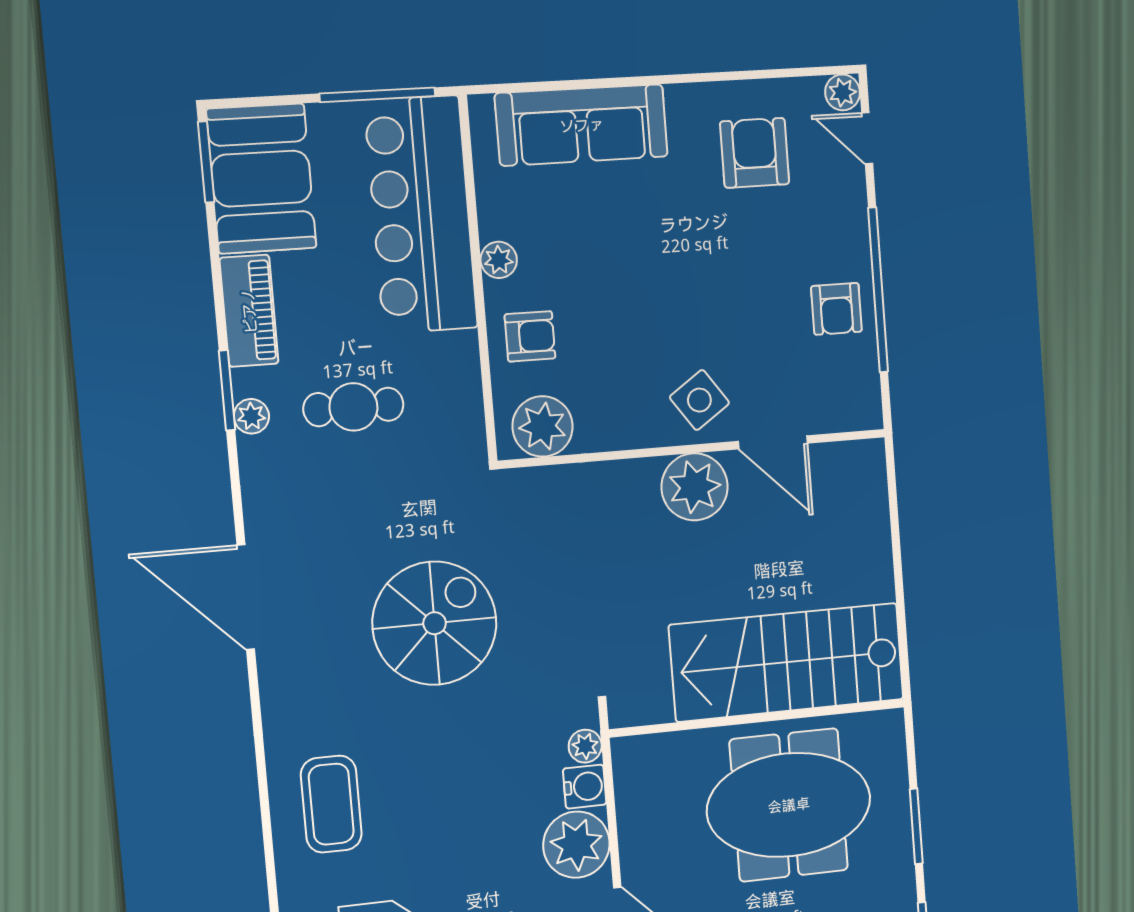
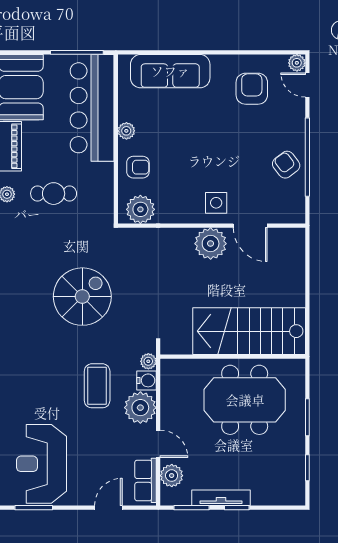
armchair: (836, 309) -> (286, 165), turned 143
side table: (699, 400) -> (216, 203), turned 35
coffee table: (331, 804) -> (97, 386), moved

